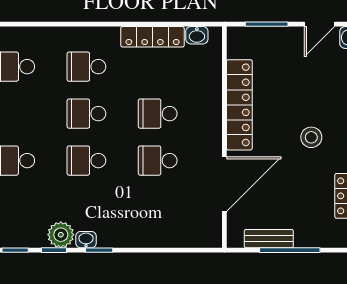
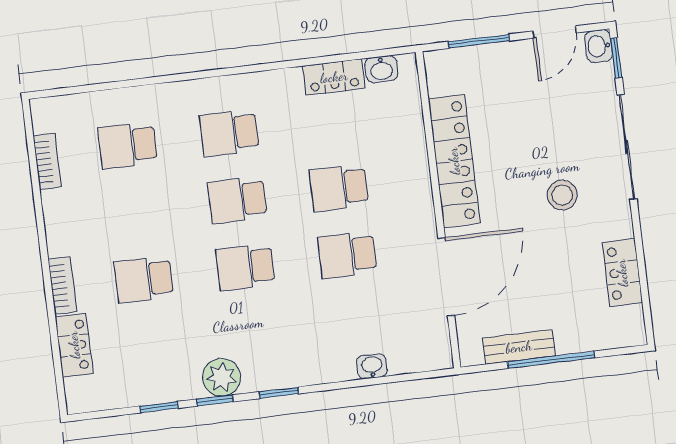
locker: (153, 37) -> (334, 77), width x0.66
washbasin: (86, 240) -> (372, 366), moved

